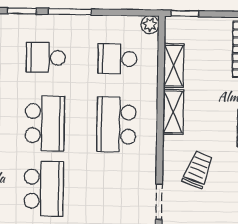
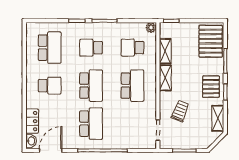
school desk: (116, 124) -> (132, 86), turned 180

